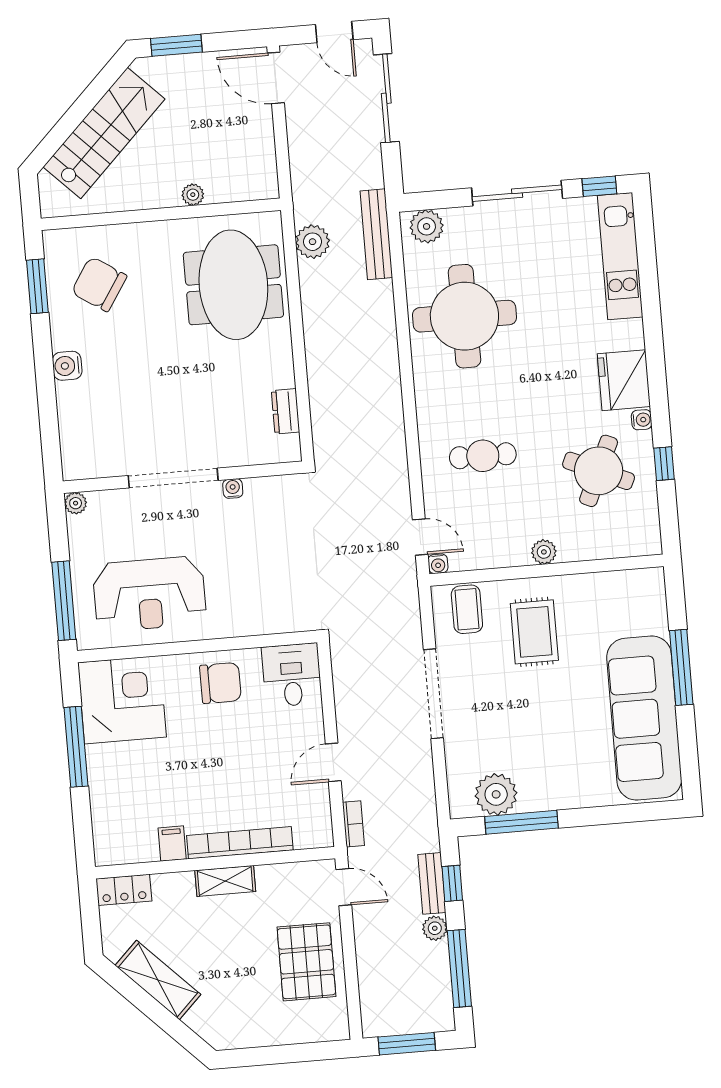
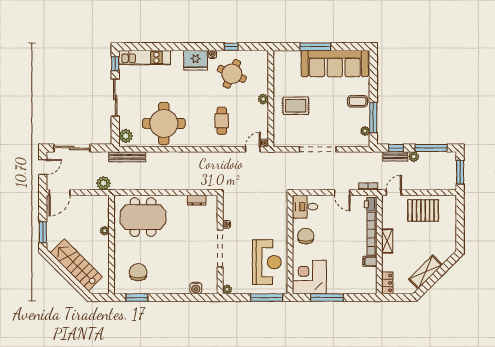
plant: (313, 242) -> (103, 183), moved
chair: (99, 284) -> (138, 272), turned 147
water cooler: (67, 366) -> (196, 288), moved
coffee table: (467, 609) -> (358, 101), moved
plant: (496, 794) -> (365, 131), width x0.53, depth x0.53
printer: (311, 834) -> (371, 204), added

